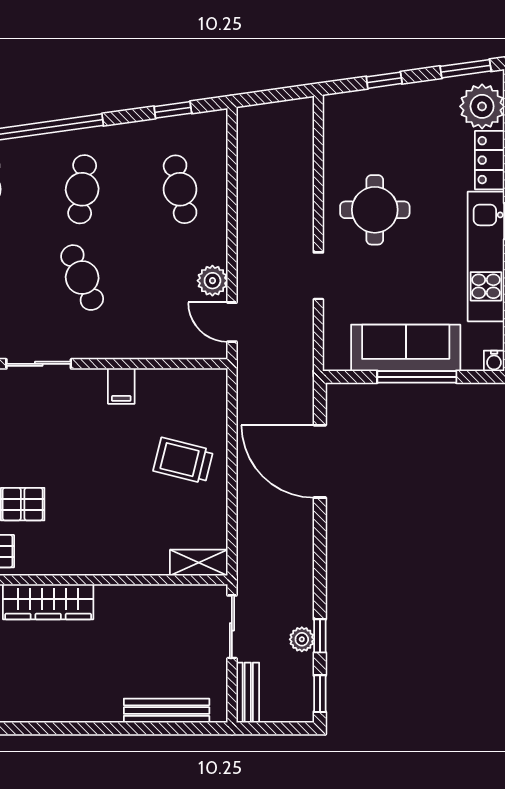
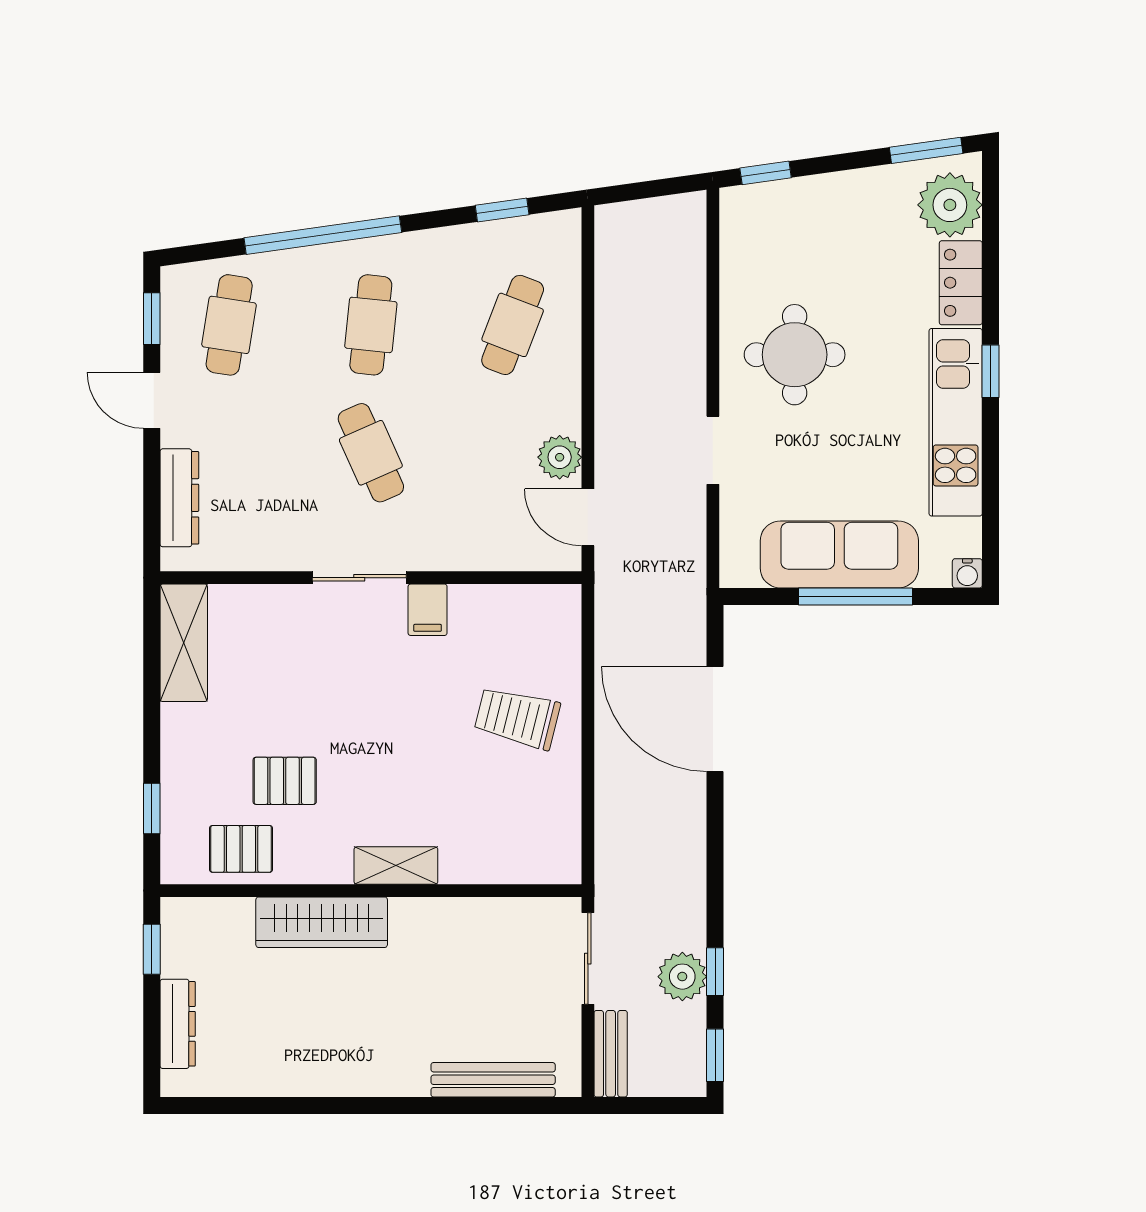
window: (384, 80) -> (766, 173), moved
cafe table: (180, 189) -> (513, 325), turned 33
sliding door: (39, 364) -> (359, 578), moved
shelving: (199, 563) -> (396, 866), moved
plant: (302, 639) -> (682, 977), width x1.38, depth x1.38

